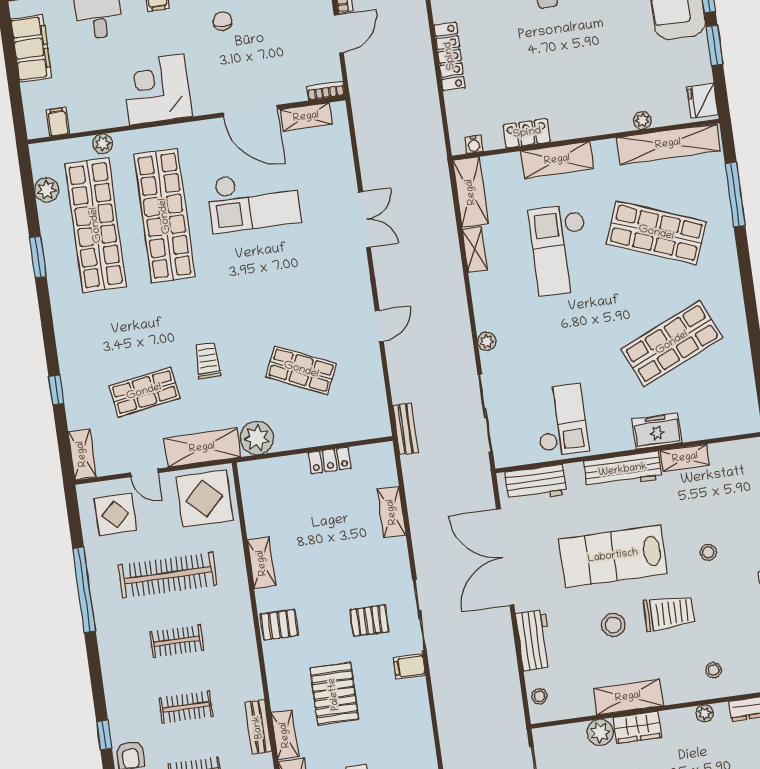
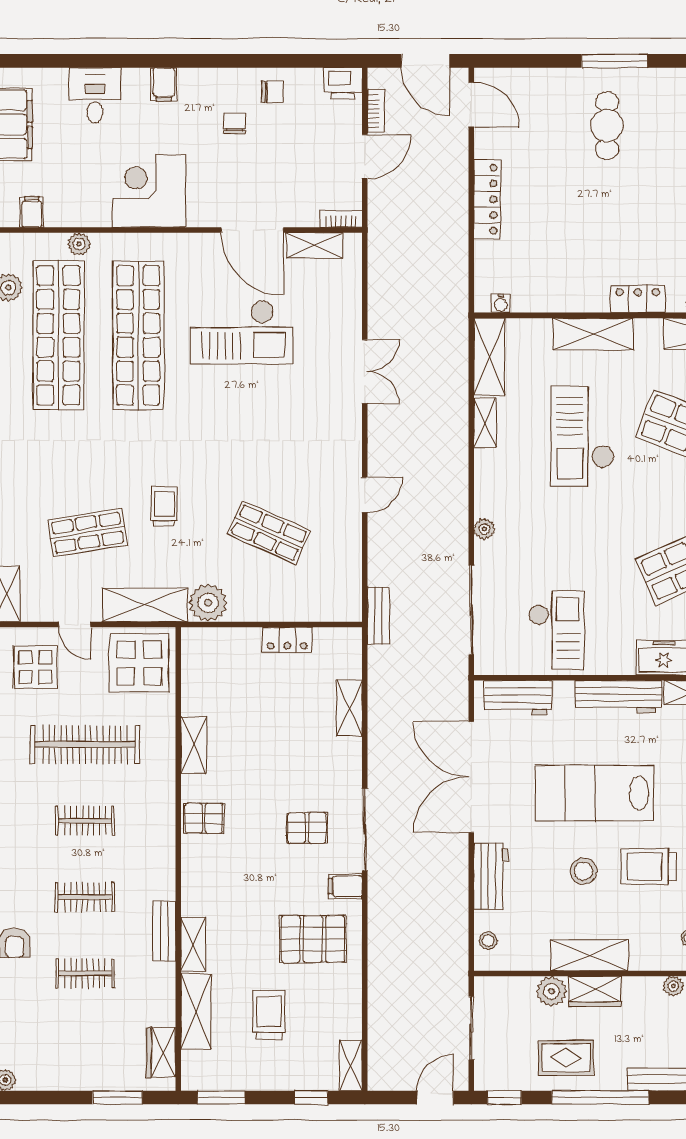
locker: (527, 133) -> (638, 299), moved
trolley: (669, 613) -> (648, 866), turned 180
pallet: (334, 694) -> (313, 939), moved, turned 90

